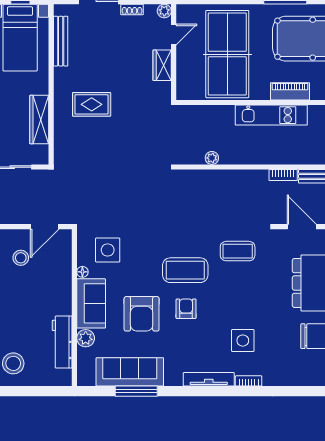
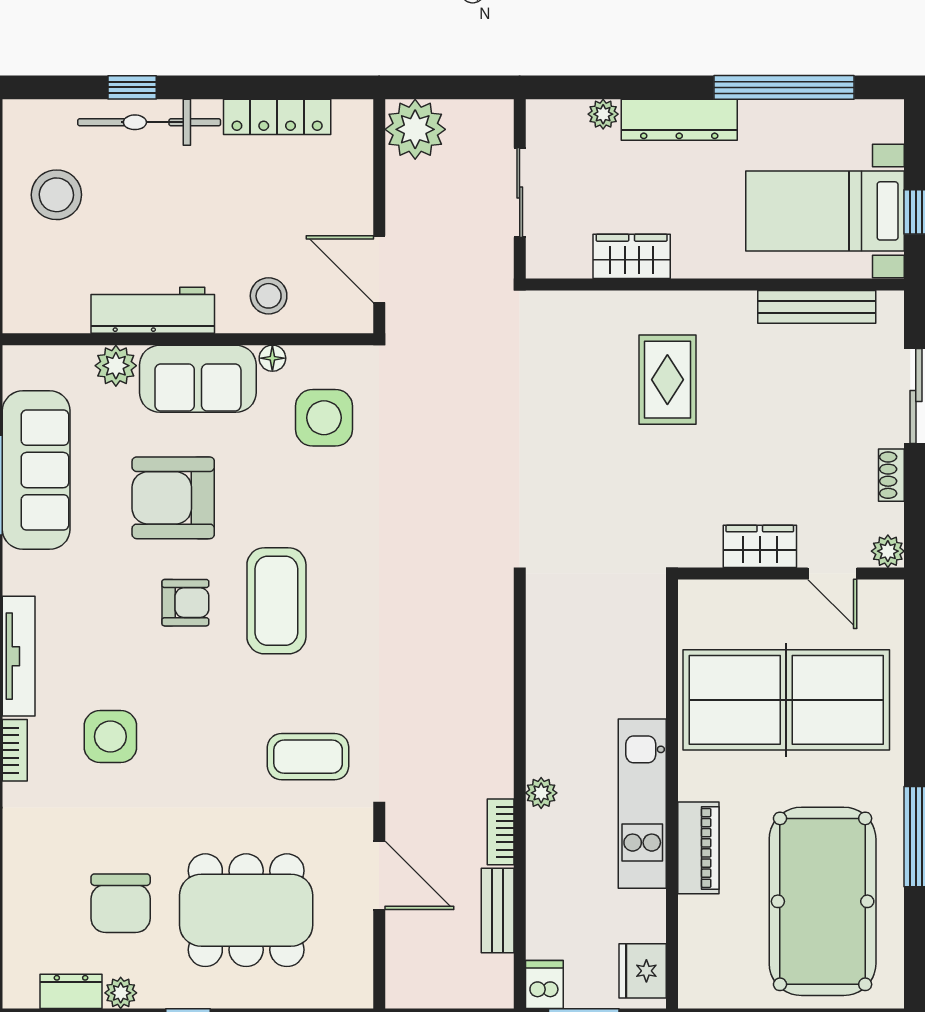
wardrobe: (39, 120) -> (632, 256), width x0.67
plant: (212, 158) -> (541, 793), moved
door: (302, 227) -> (379, 875), hinge flipped
coffee table: (238, 251) -> (308, 757), moved, turned 90
stool: (21, 258) -> (269, 296), moved
workbench: (62, 342) -> (153, 310), moved

